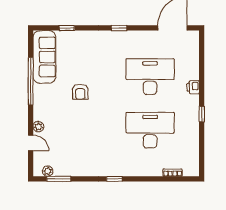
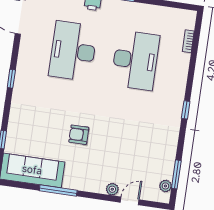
window: (31, 81) -> (58, 191), width x0.68
armchair: (80, 92) -> (79, 135), turned 180
desk: (150, 130) -> (135, 60), turned 180

